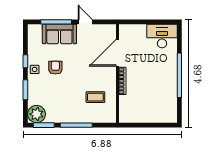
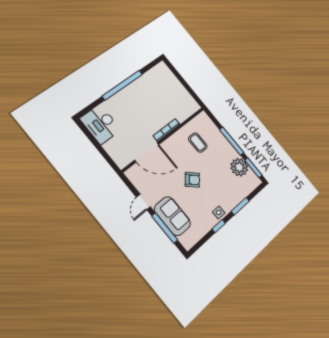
armchair: (55, 68) -> (192, 180), moved, turned -138
plant: (37, 114) -> (239, 167), moved

